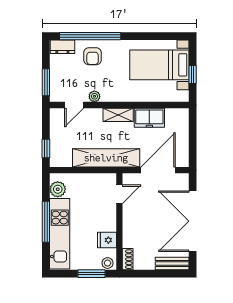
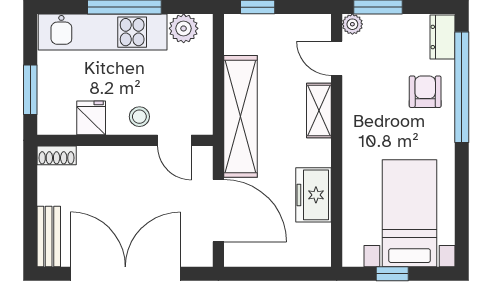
armchair: (93, 56) -> (425, 92), turned 90
plant: (94, 96) -> (352, 24), moved
shelving: (118, 115) -> (319, 111), moved
stool: (107, 263) -> (139, 117), moved

